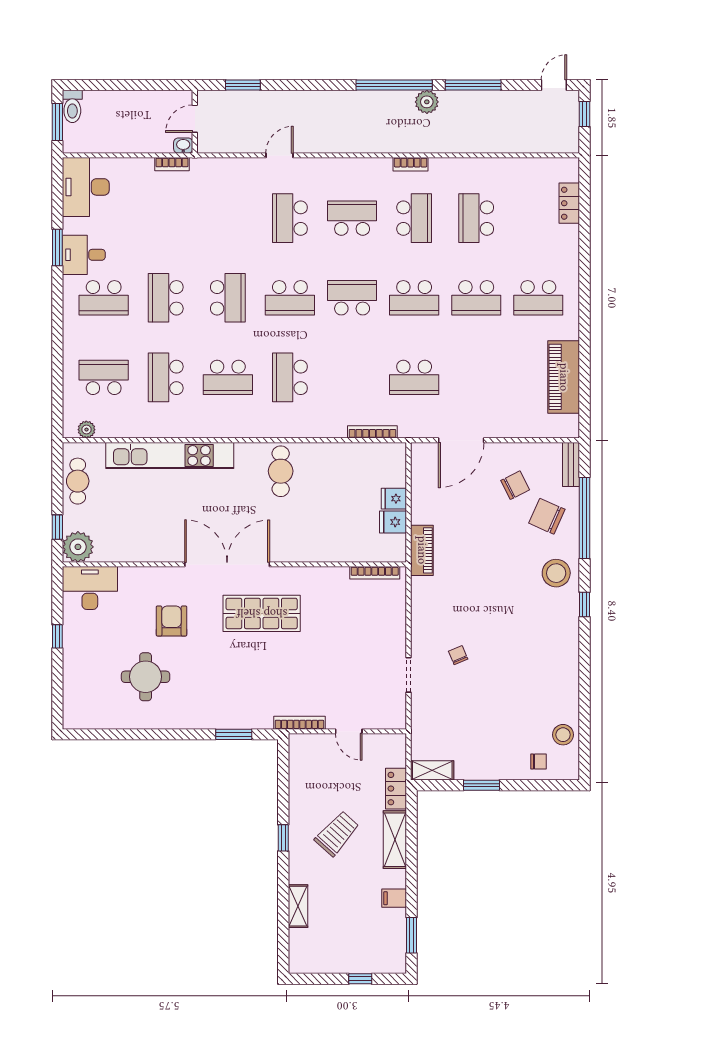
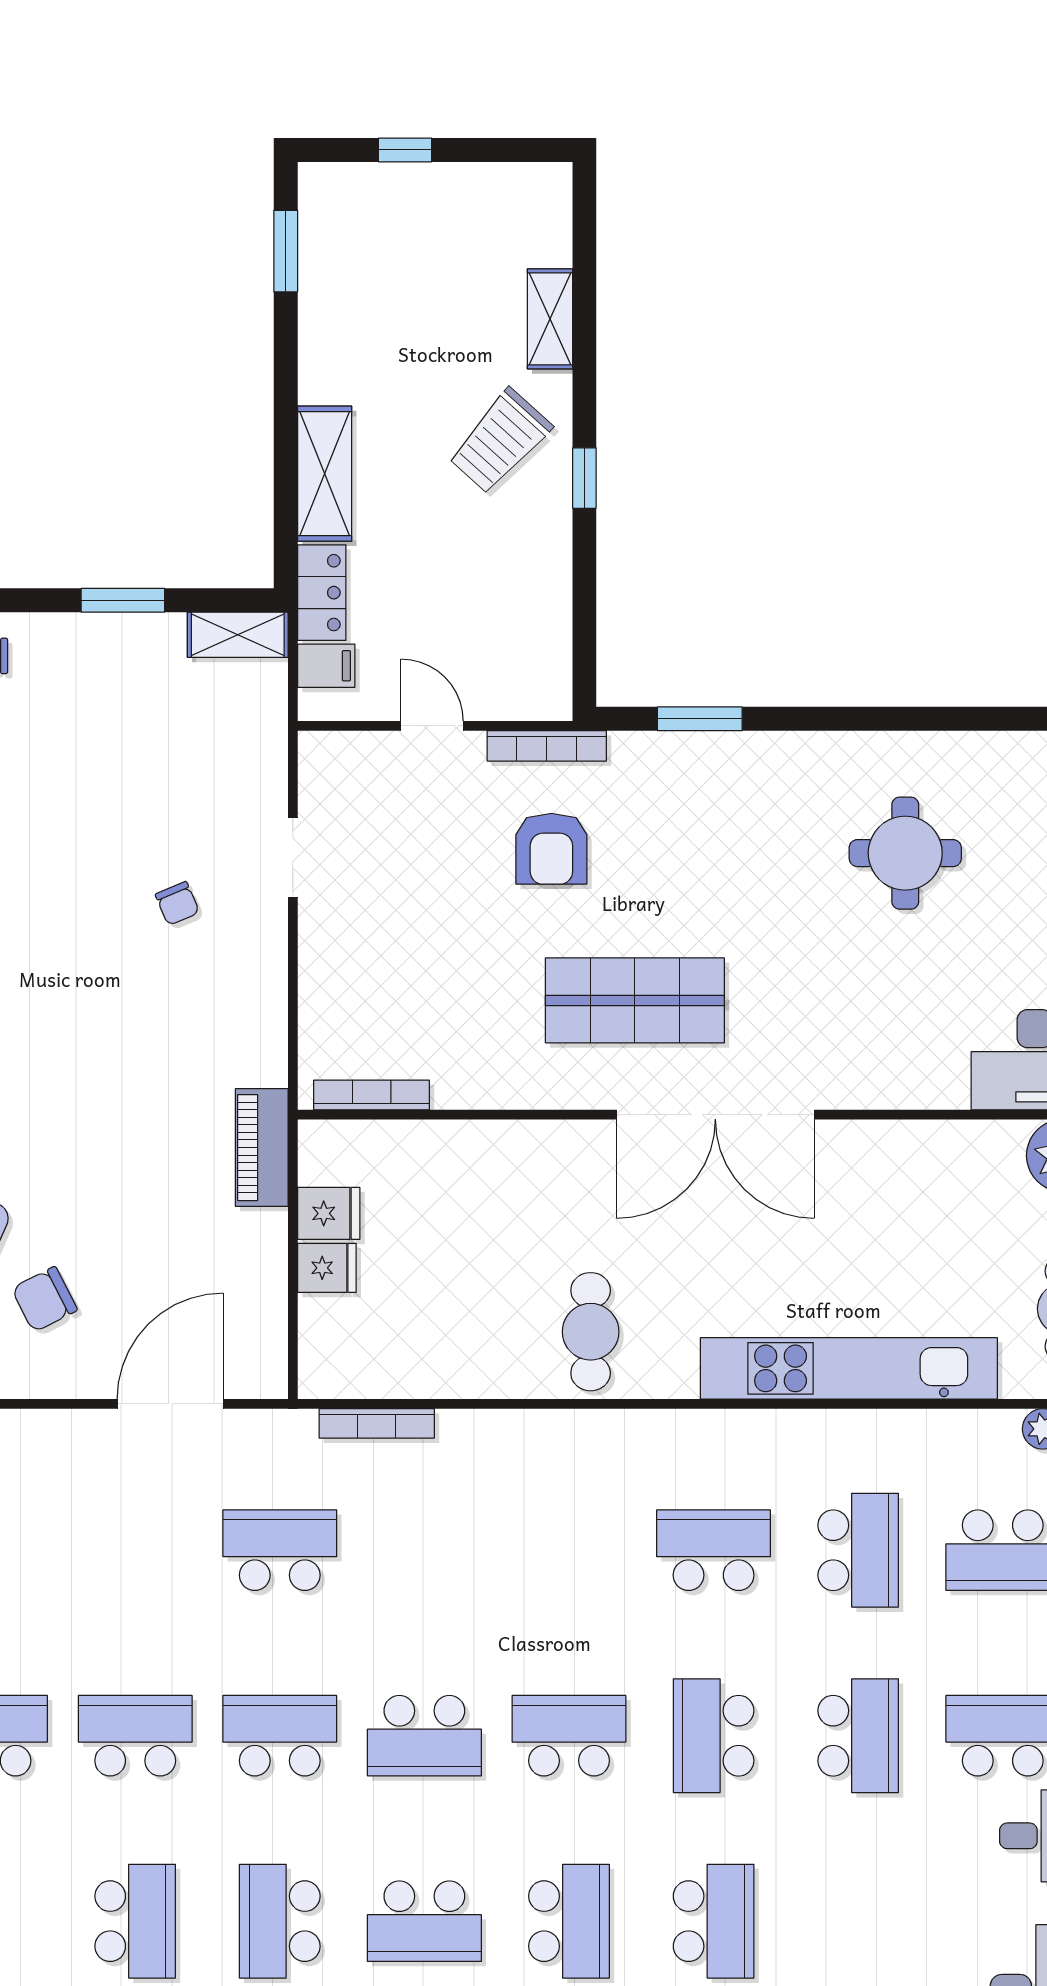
school desk: (290, 377) -> (714, 1921), moved
armchair: (172, 621) -> (551, 849), moved
trolley: (337, 834) -> (500, 441), moved
filing cabinet: (394, 898) -> (326, 666), moved

